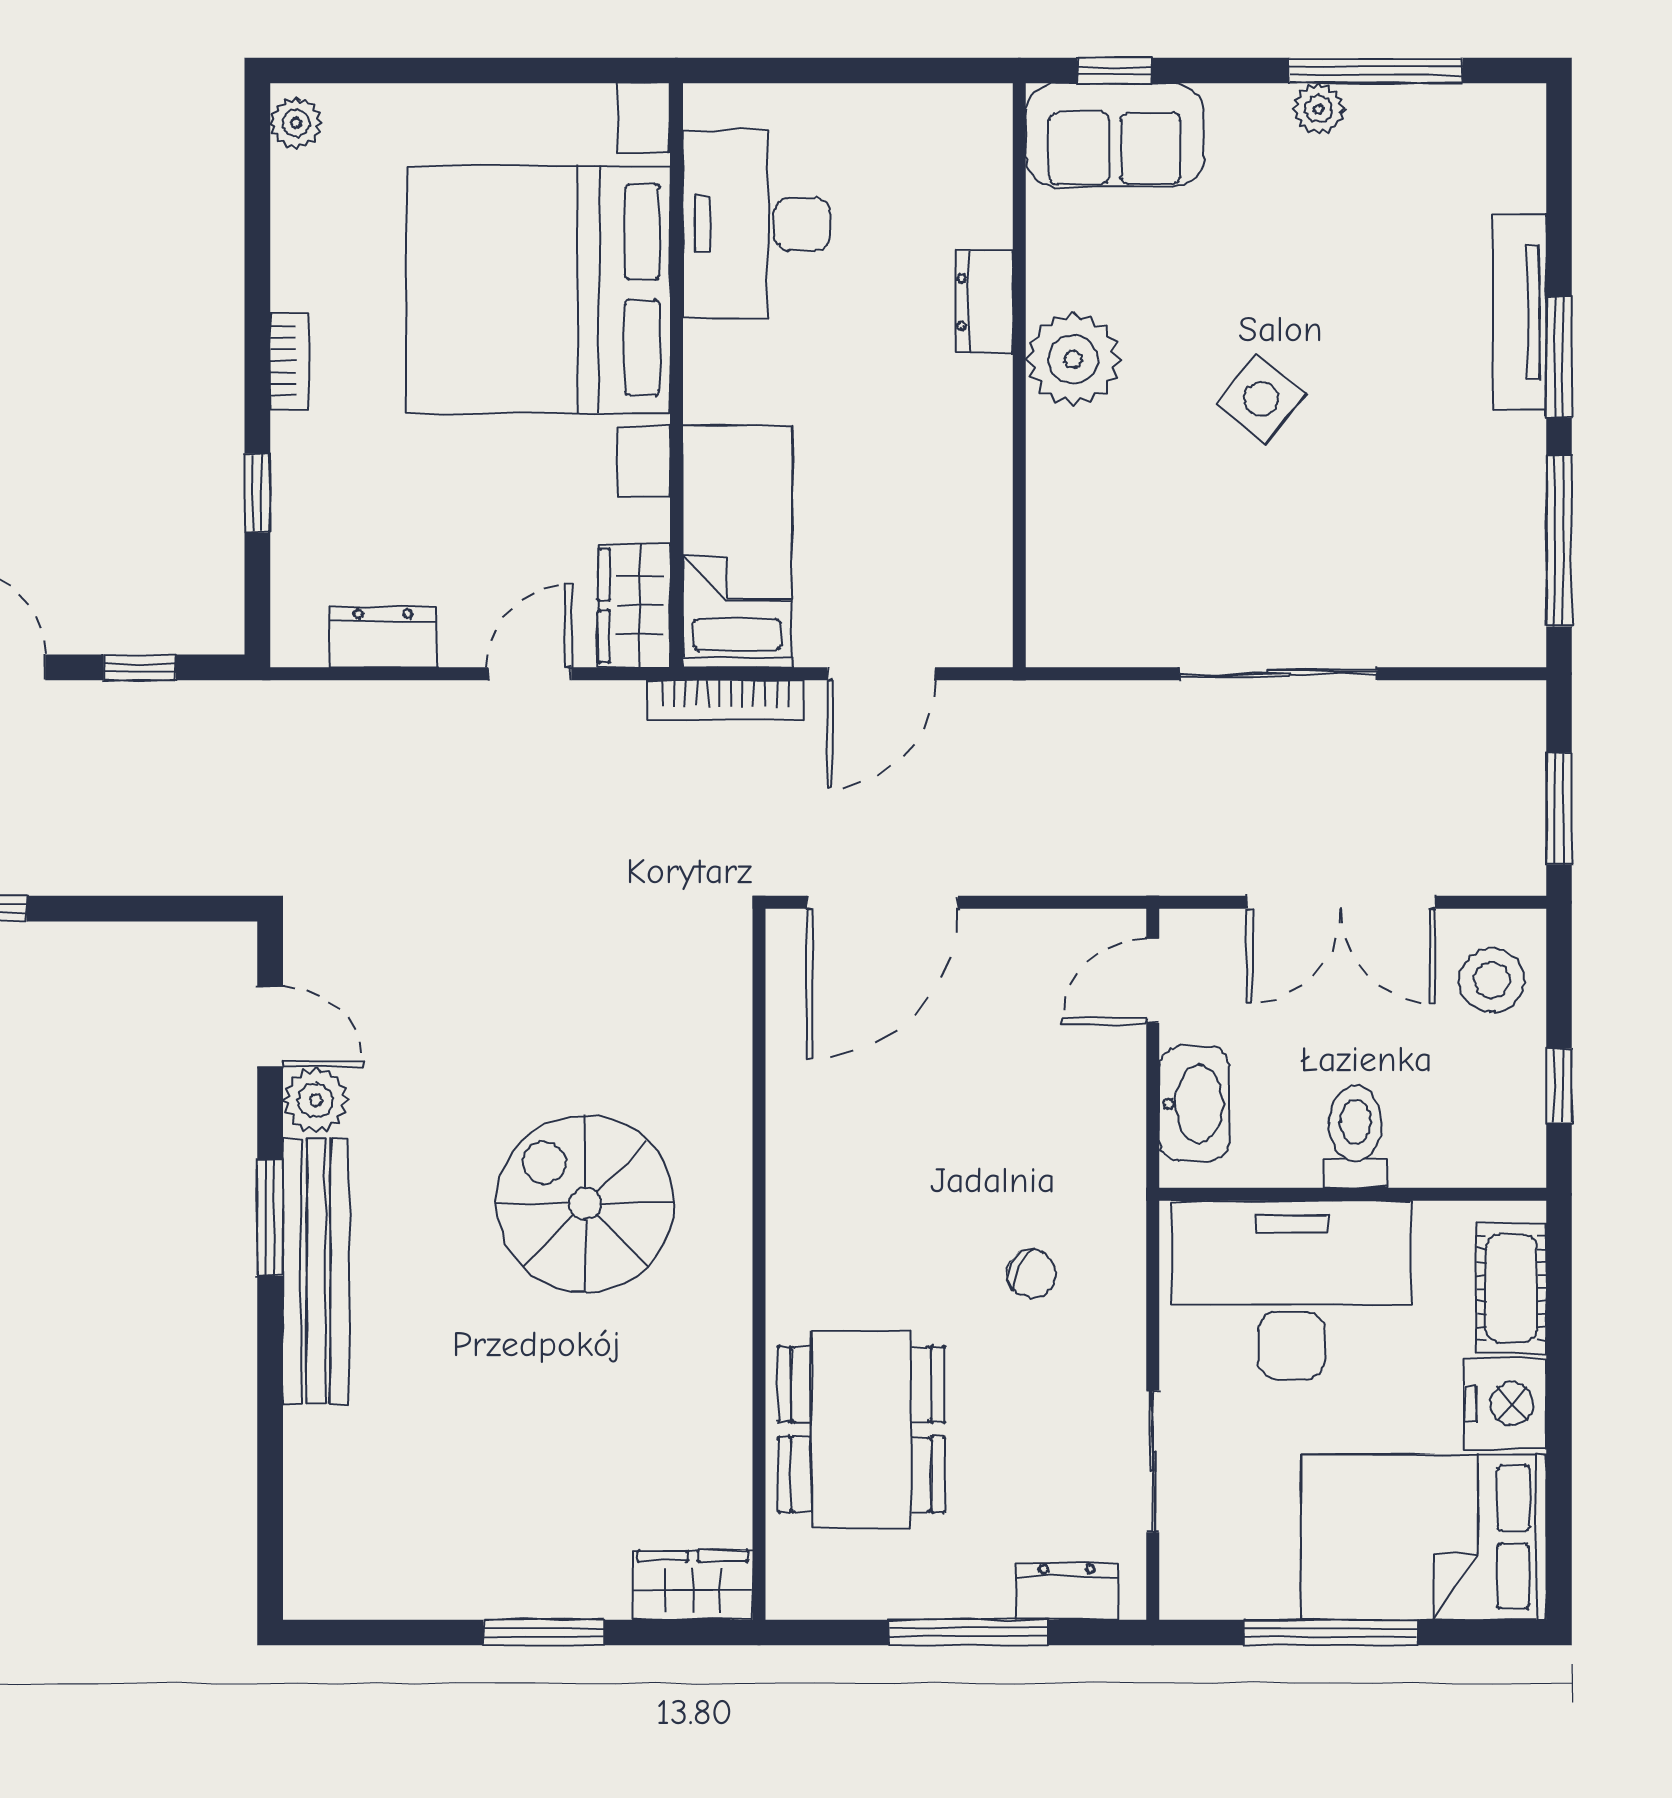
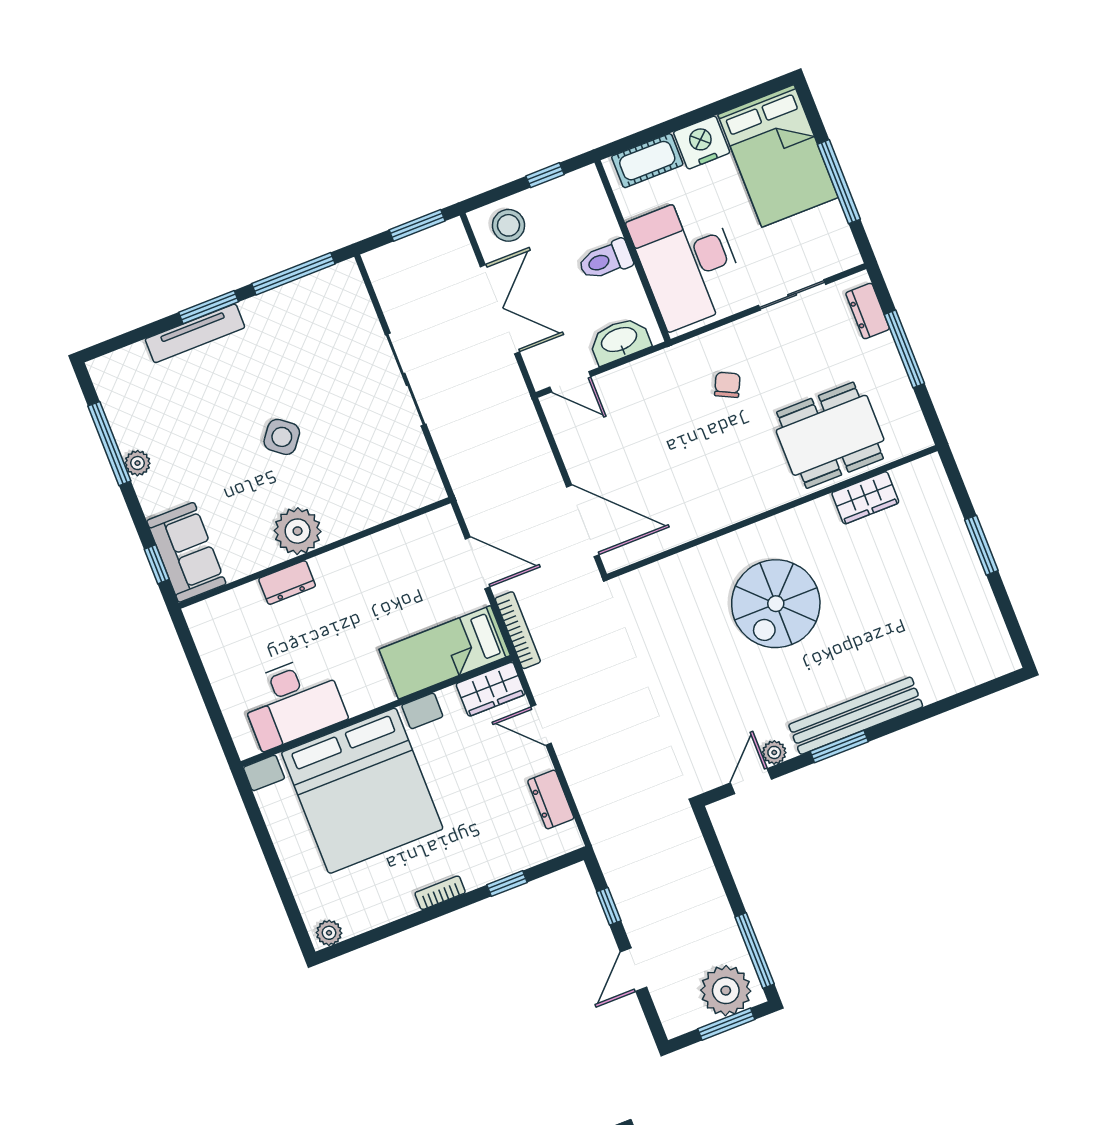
plant: (316, 1100) -> (774, 752), width x0.73, depth x0.73
wardrobe: (693, 1585) -> (865, 498), moved, turned -90

